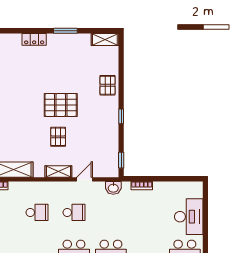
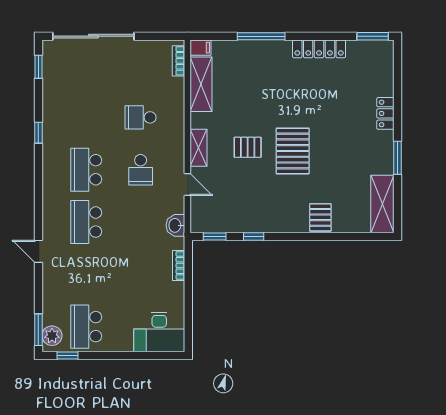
shelving: (105, 39) -> (382, 204), width x1.50, depth x1.33
pallet: (108, 85) -> (320, 217), turned 90
window: (121, 116) -> (254, 236), moved
school desk: (37, 212) -> (141, 117), turned 90
desk: (189, 217) -> (159, 332), moved

